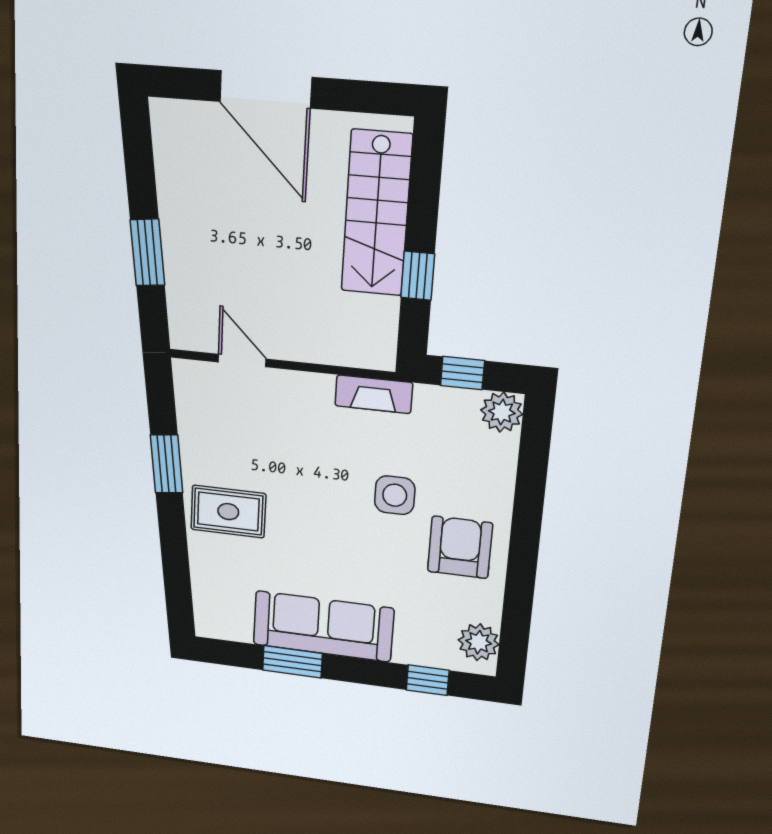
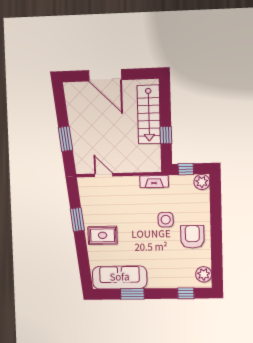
sofa: (323, 626) -> (120, 277), moved

